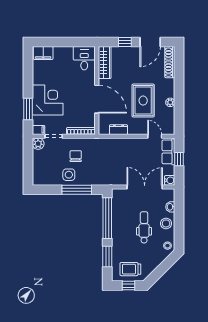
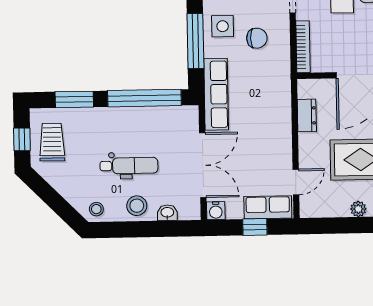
row of seats: (106, 179) -> (216, 94), added

